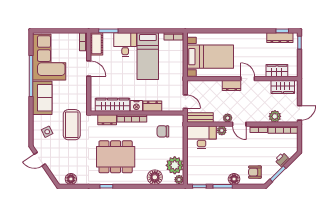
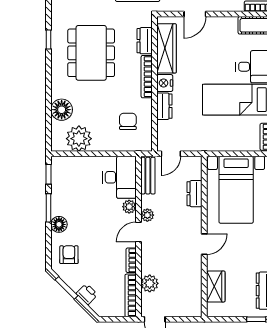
door: (89, 69) -> (195, 14), moved
dresser: (232, 85) -> (195, 194), moved
wardrobe: (283, 87) -> (192, 295), removed
plant: (179, 180) -> (58, 145), removed

